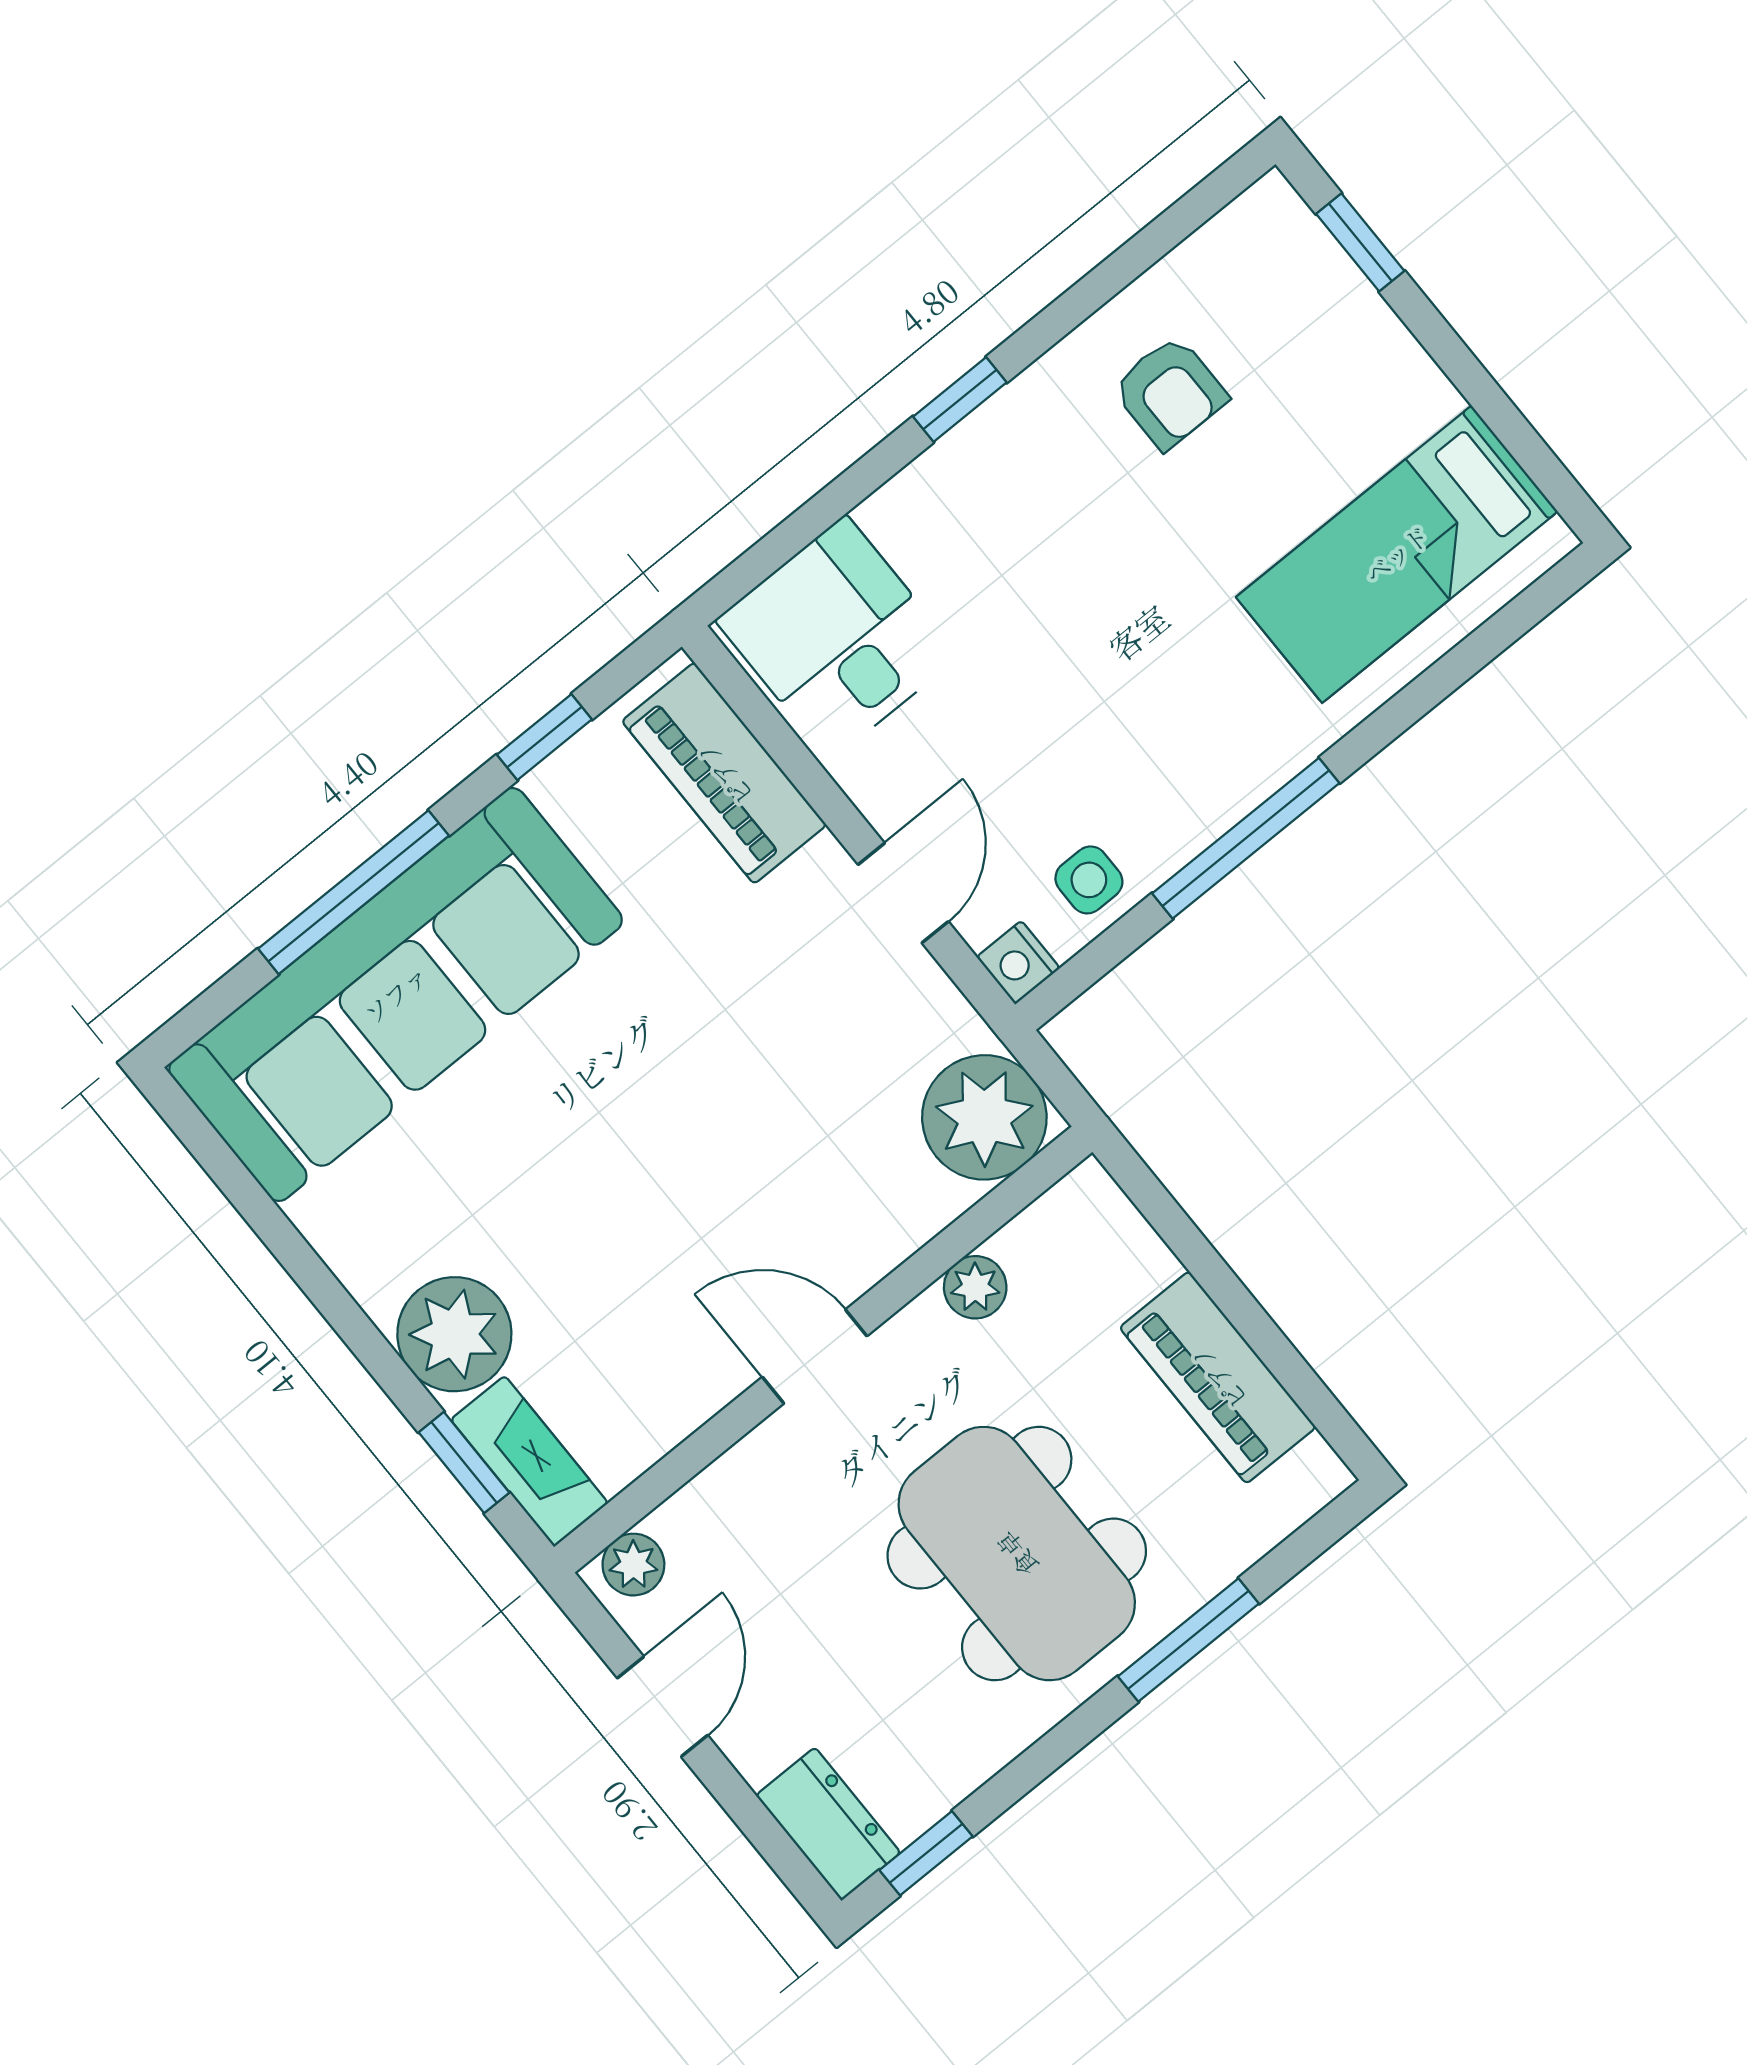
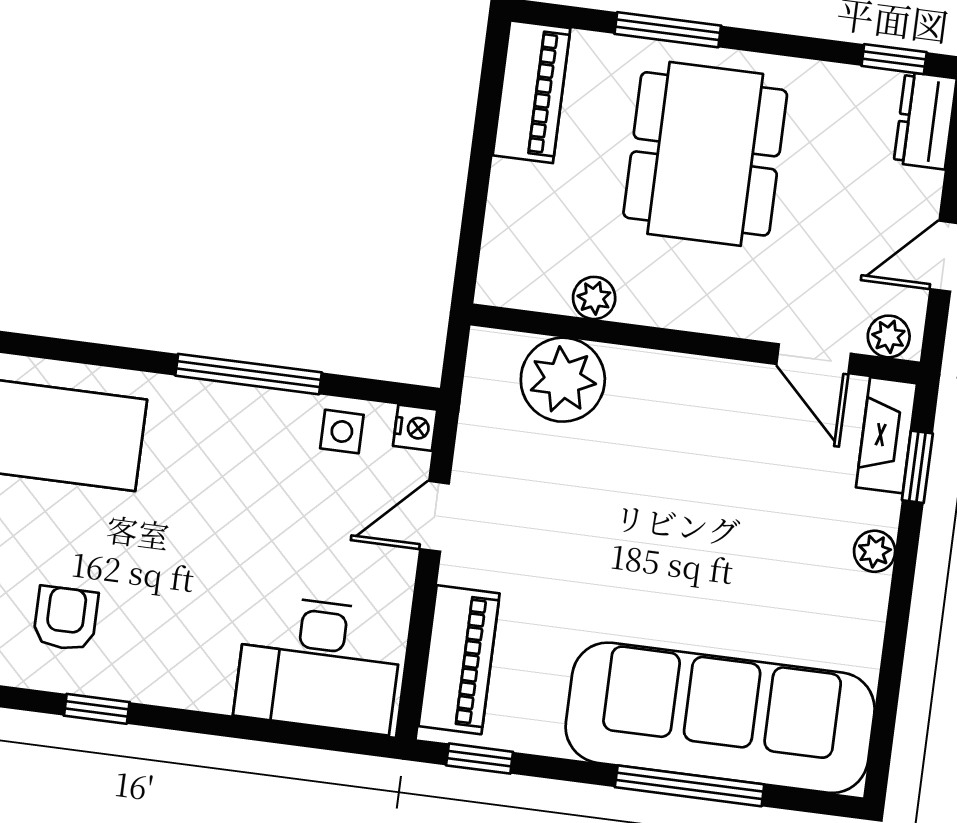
window: (960, 399) -> (97, 709), moved
desk: (838, 638) -> (319, 664), width x1.37
window: (544, 737) -> (480, 759), moved
plant: (984, 1117) -> (563, 380), moved
plant: (454, 1334) -> (875, 551), width x0.53, depth x0.53
door: (815, 1356) -> (814, 359), moved
piano: (1218, 1377) -> (531, 92), moved

